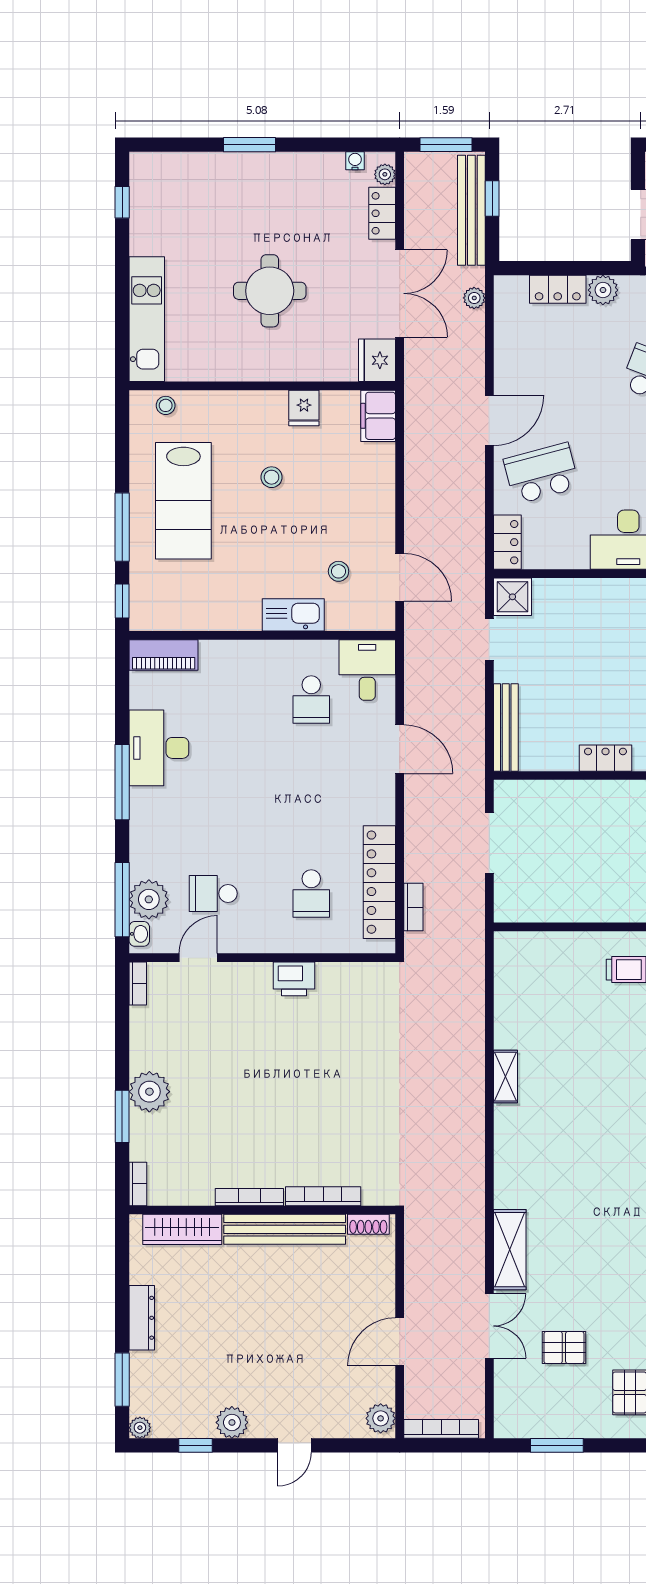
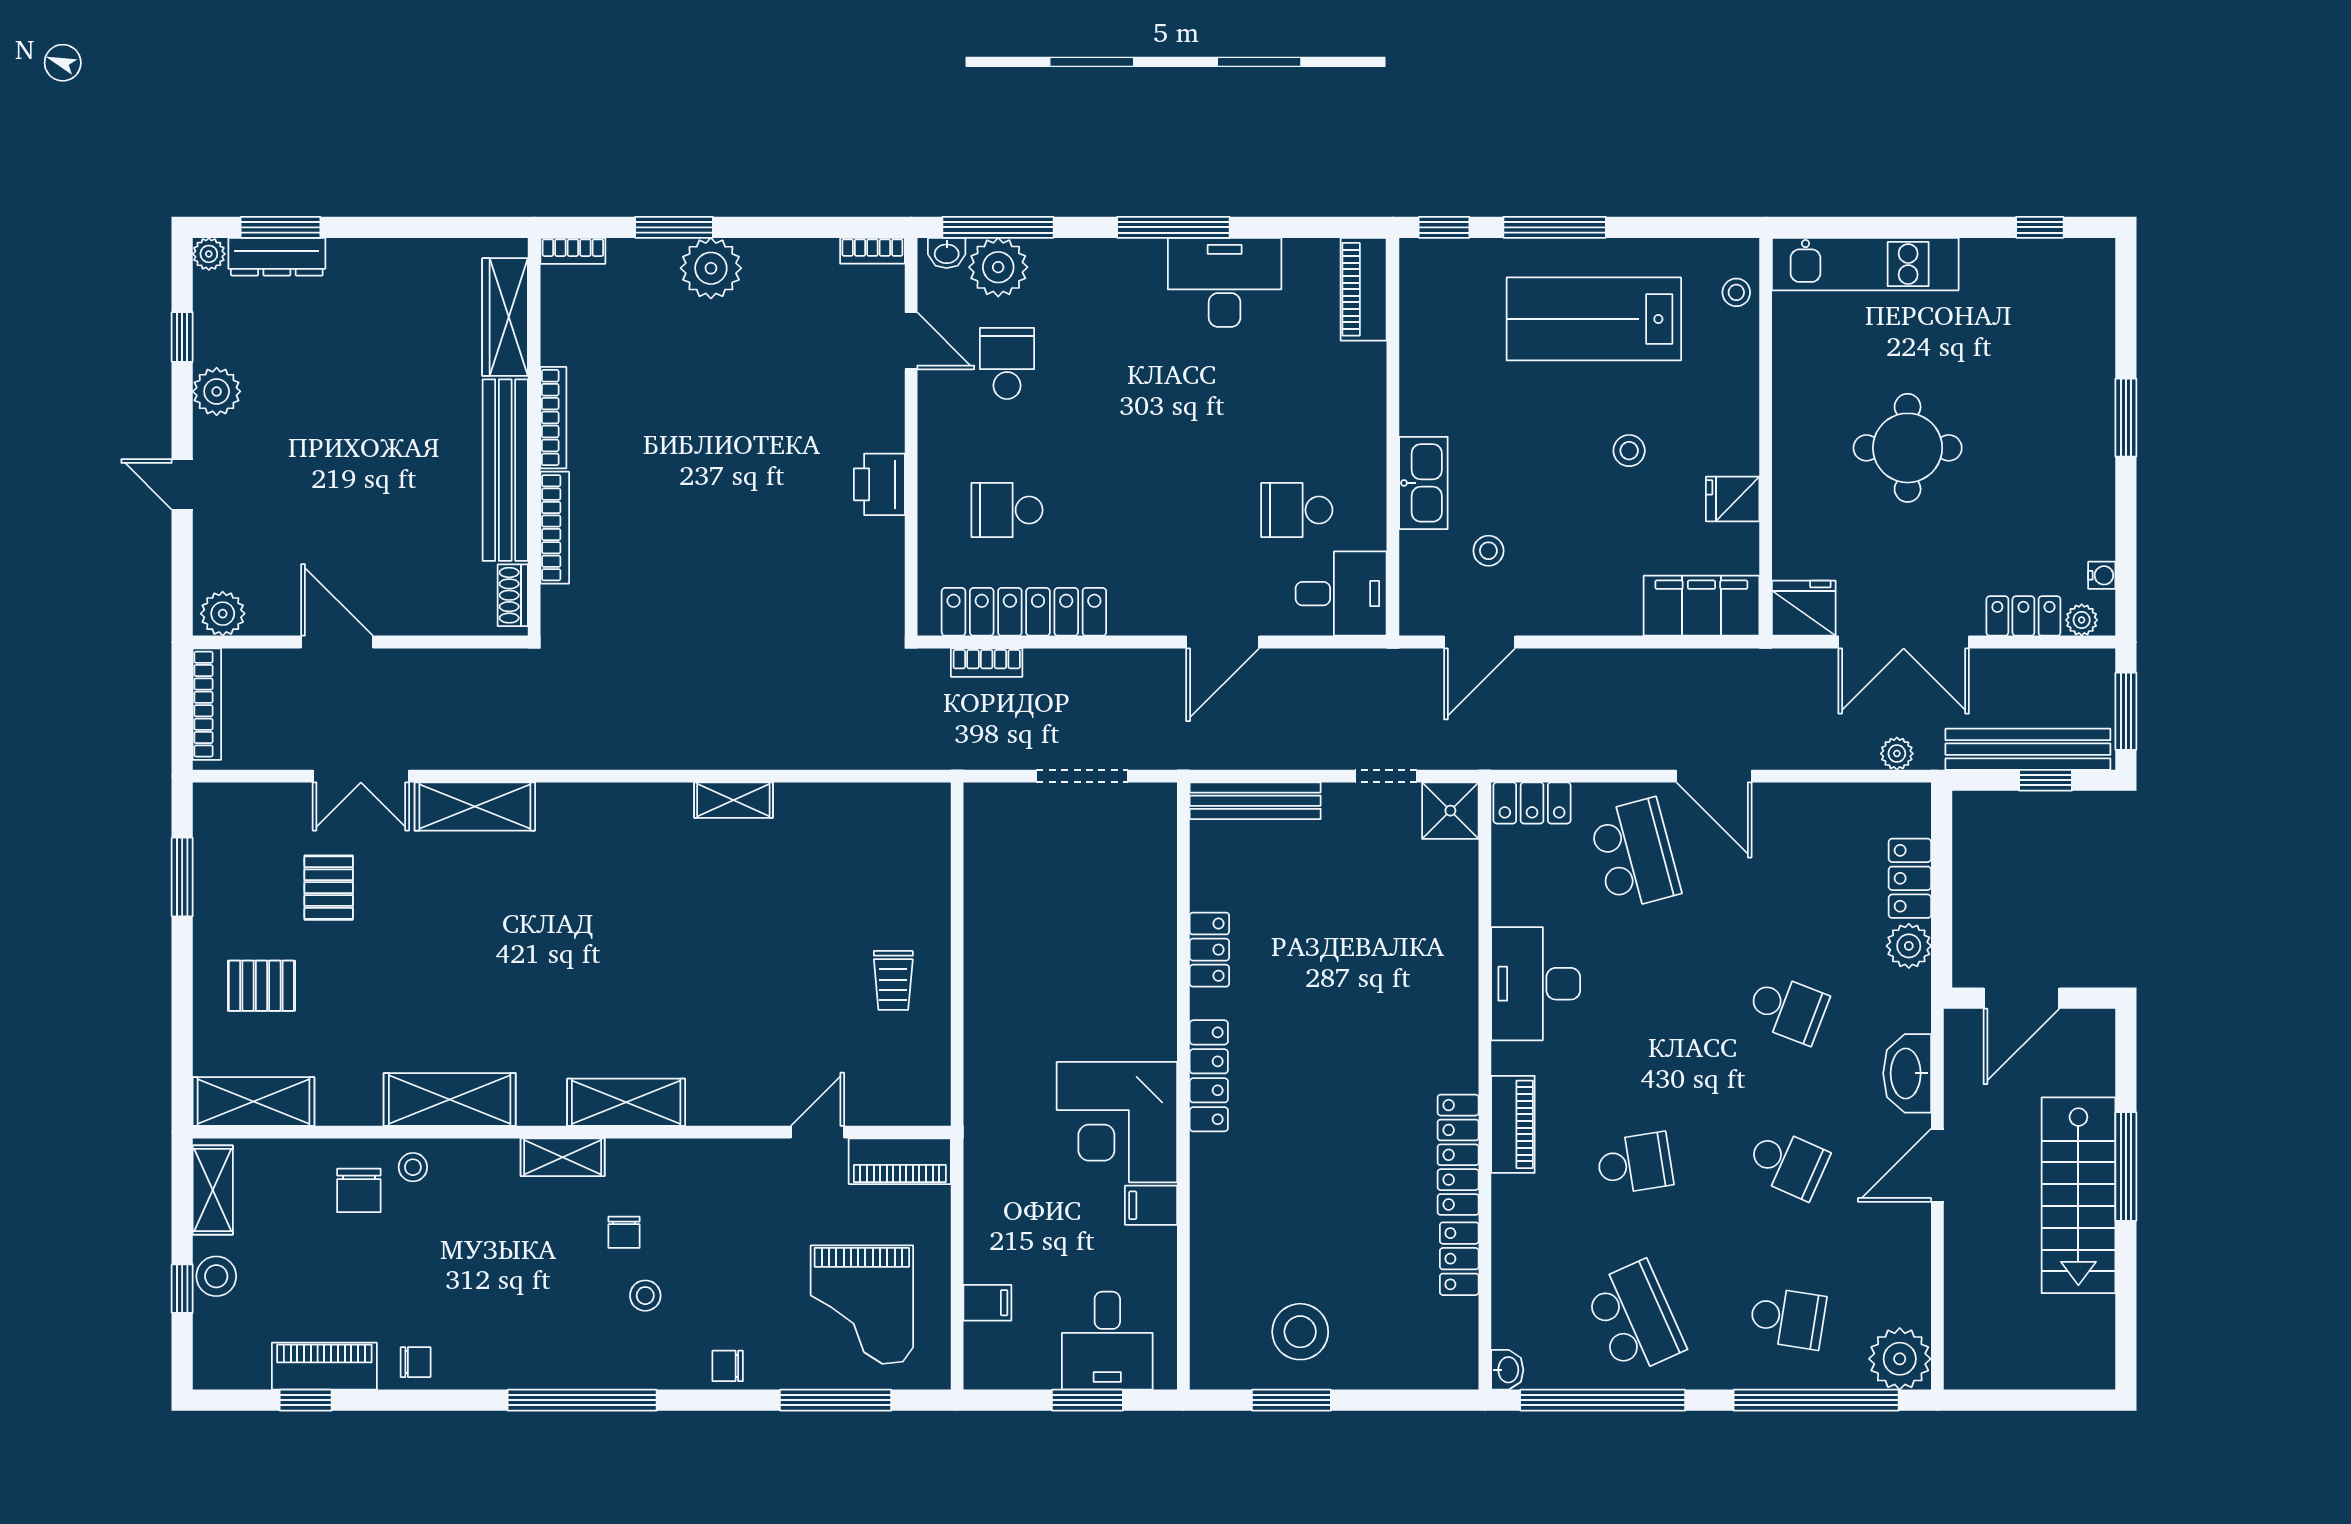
filing cabinet: (378, 416) -> (1701, 606), width x1.50, depth x1.17
dresser: (142, 1318) -> (277, 257), moved

